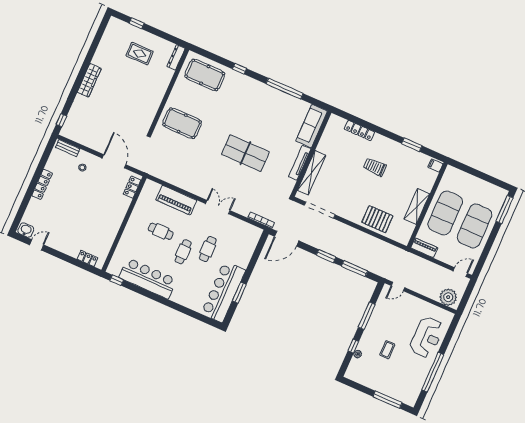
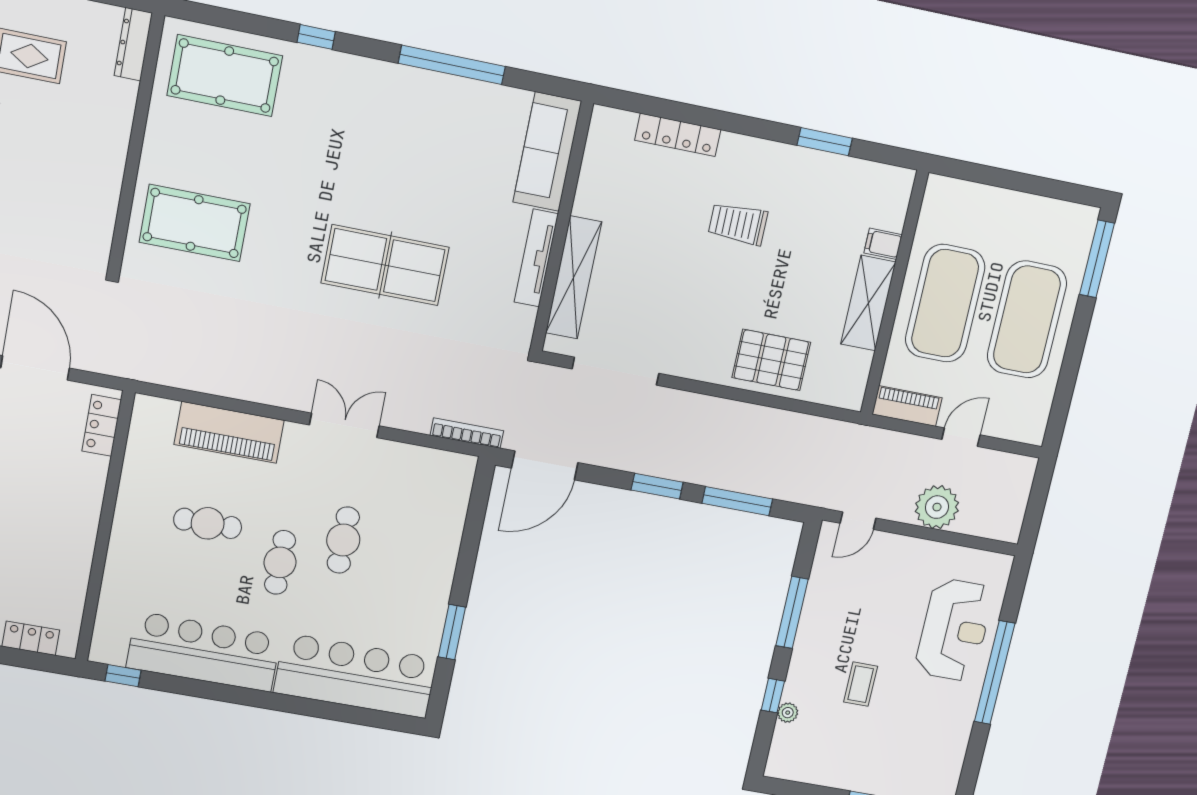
filing cabinet: (435, 166) -> (883, 244), moved
door: (460, 272) -> (961, 437), moved
bar counter: (223, 292) -> (355, 676), moved, turned 90
plant: (448, 297) -> (937, 507), moved
window: (433, 372) -> (995, 672), moved

